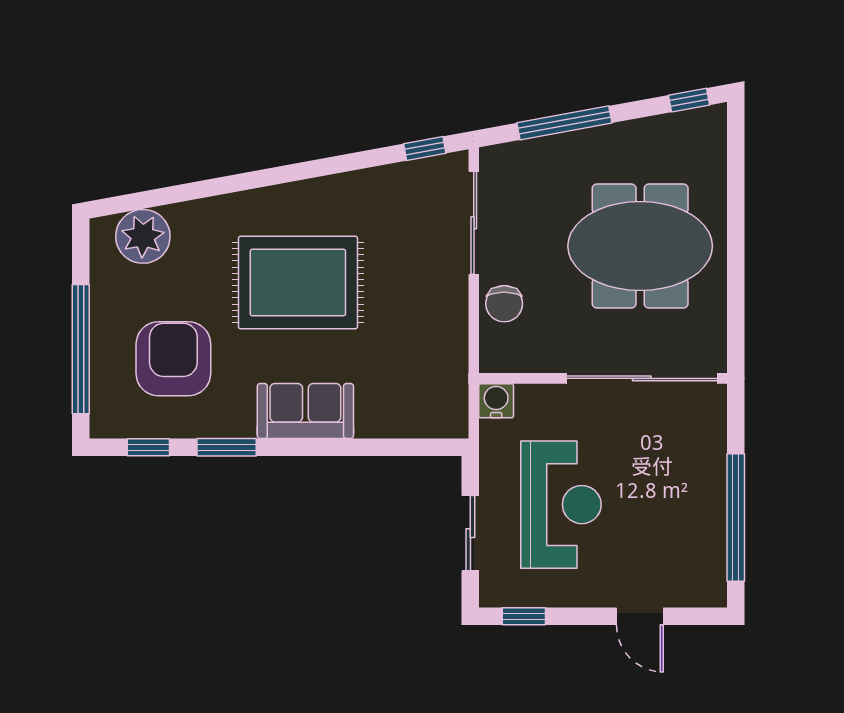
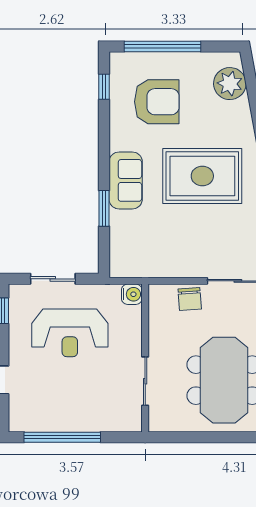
rug: (298, 283) -> (202, 176), turned 90
chair: (504, 304) -> (190, 299), turned -94
sliding door: (642, 378) -> (145, 381), width x0.54
window: (227, 447) -> (104, 208), moved

